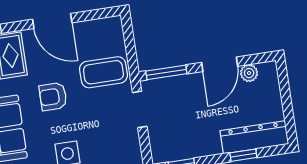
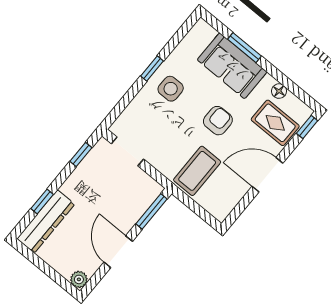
plant: (249, 73) -> (79, 279), moved
doorway: (140, 109) -> (127, 151), moved

